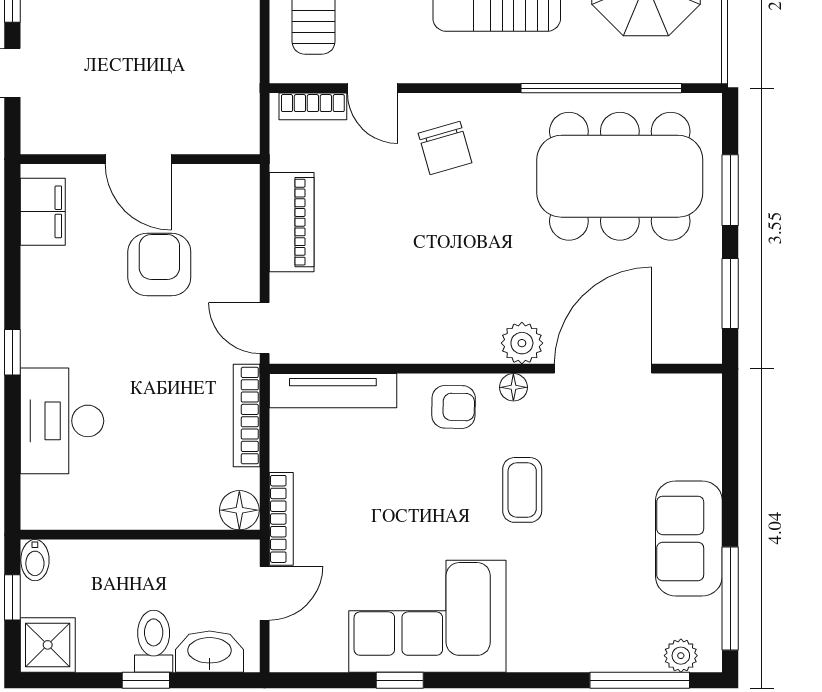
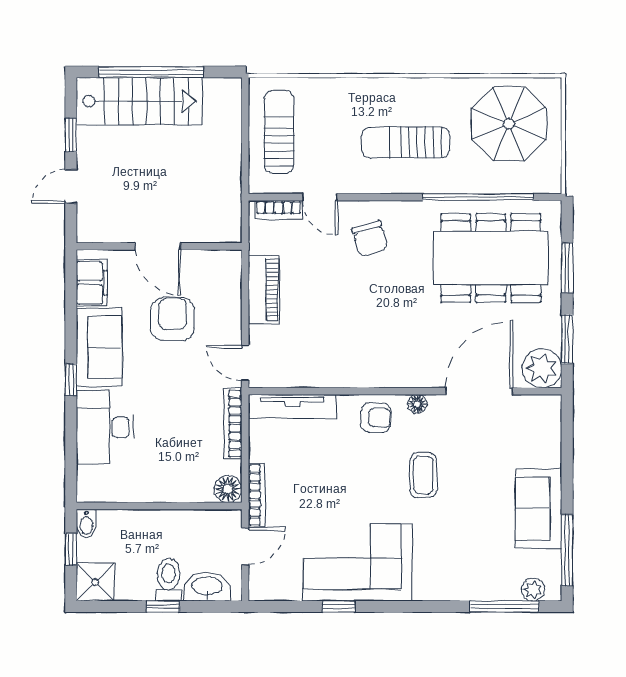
sofa: (53, 305) -> (99, 347), added
plant: (522, 343) -> (542, 368), moved, width x1.36, depth x1.36

